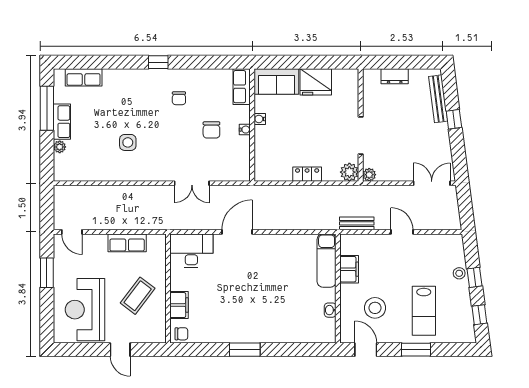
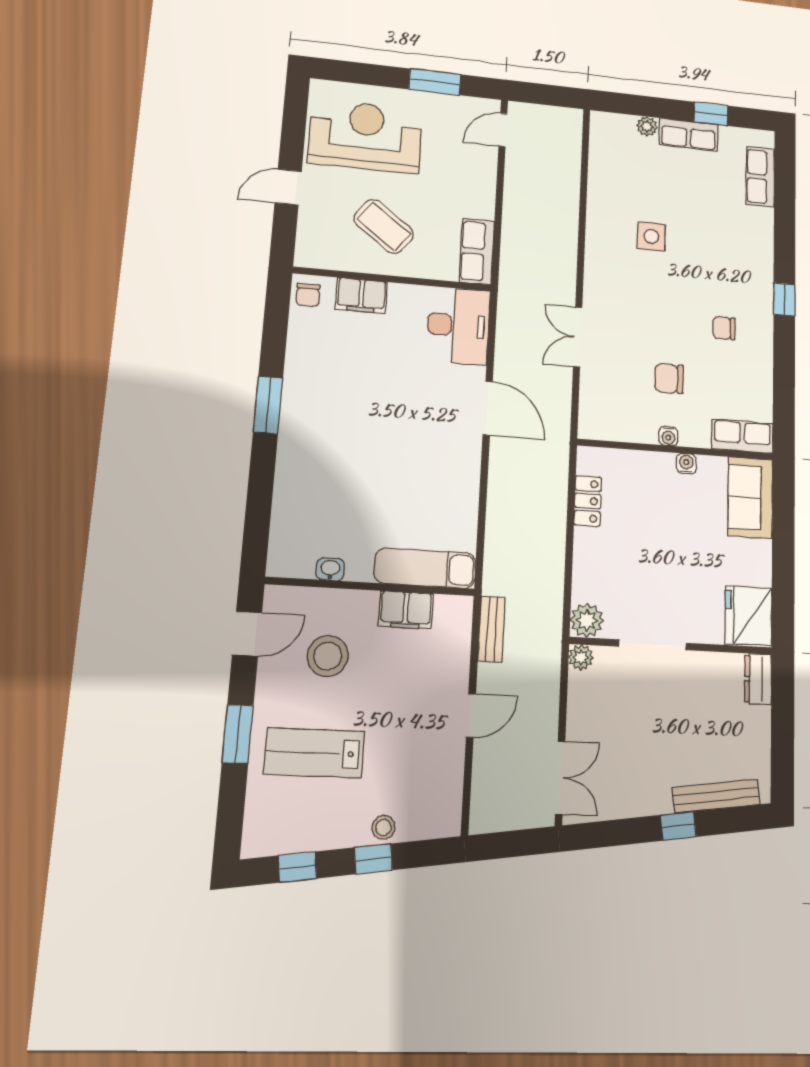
dresser: (395, 76) -> (758, 679), moved
fridge: (316, 82) -> (749, 616), moved
window: (47, 108) -> (711, 114), width x0.46
locker: (307, 174) -> (588, 501), moved
row of seats: (127, 243) -> (477, 251), moved

